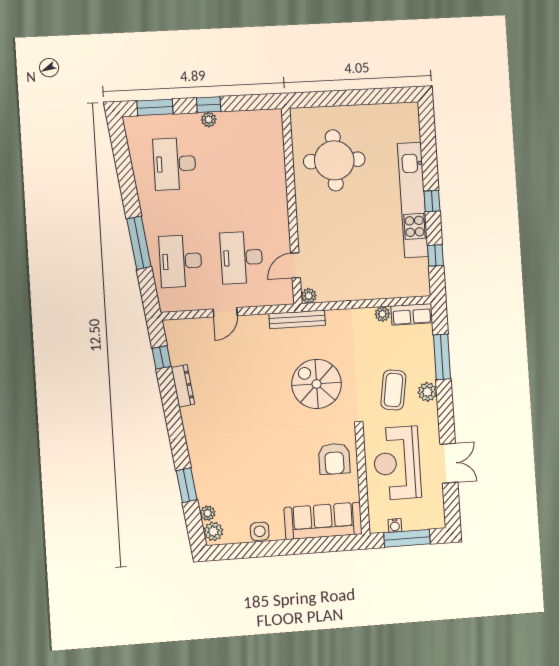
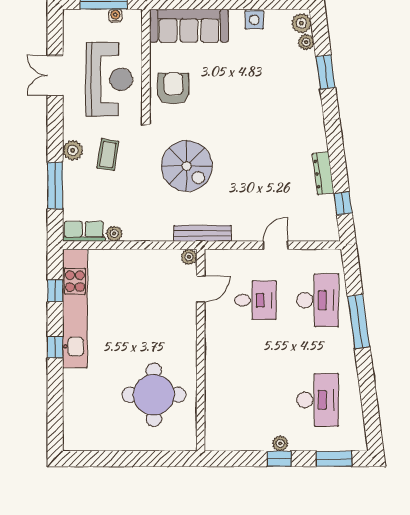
kitchen unit: (413, 200) -> (75, 308), moved
desk: (241, 258) -> (255, 300), width x0.73
coffee table: (393, 390) -> (108, 155), width x0.73, depth x0.77

